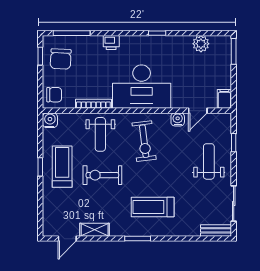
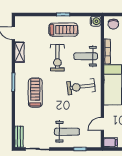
door: (198, 111) -> (102, 124), hinge flipped
water cooler: (178, 119) -> (96, 110), removed
exercise bike: (102, 175) -> (57, 58), turned 180

